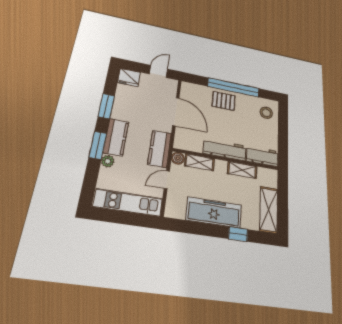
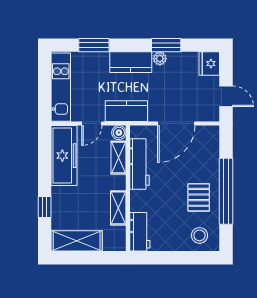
pallet: (224, 101) -> (199, 197), moved
window: (98, 145) -> (94, 45), moved
workbench: (225, 150) -> (139, 164), moved
plant: (108, 161) -> (160, 59), moved
door: (167, 180) -> (92, 124), swing flipped
freezer: (214, 212) -> (64, 156), moved

